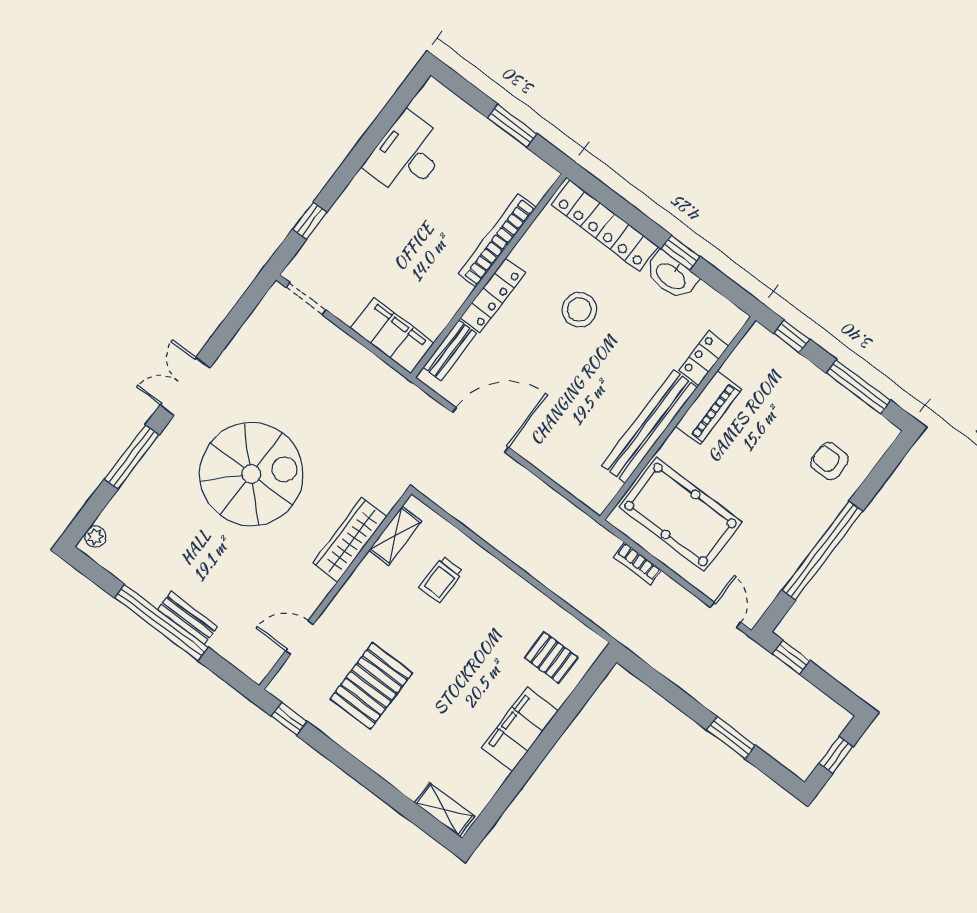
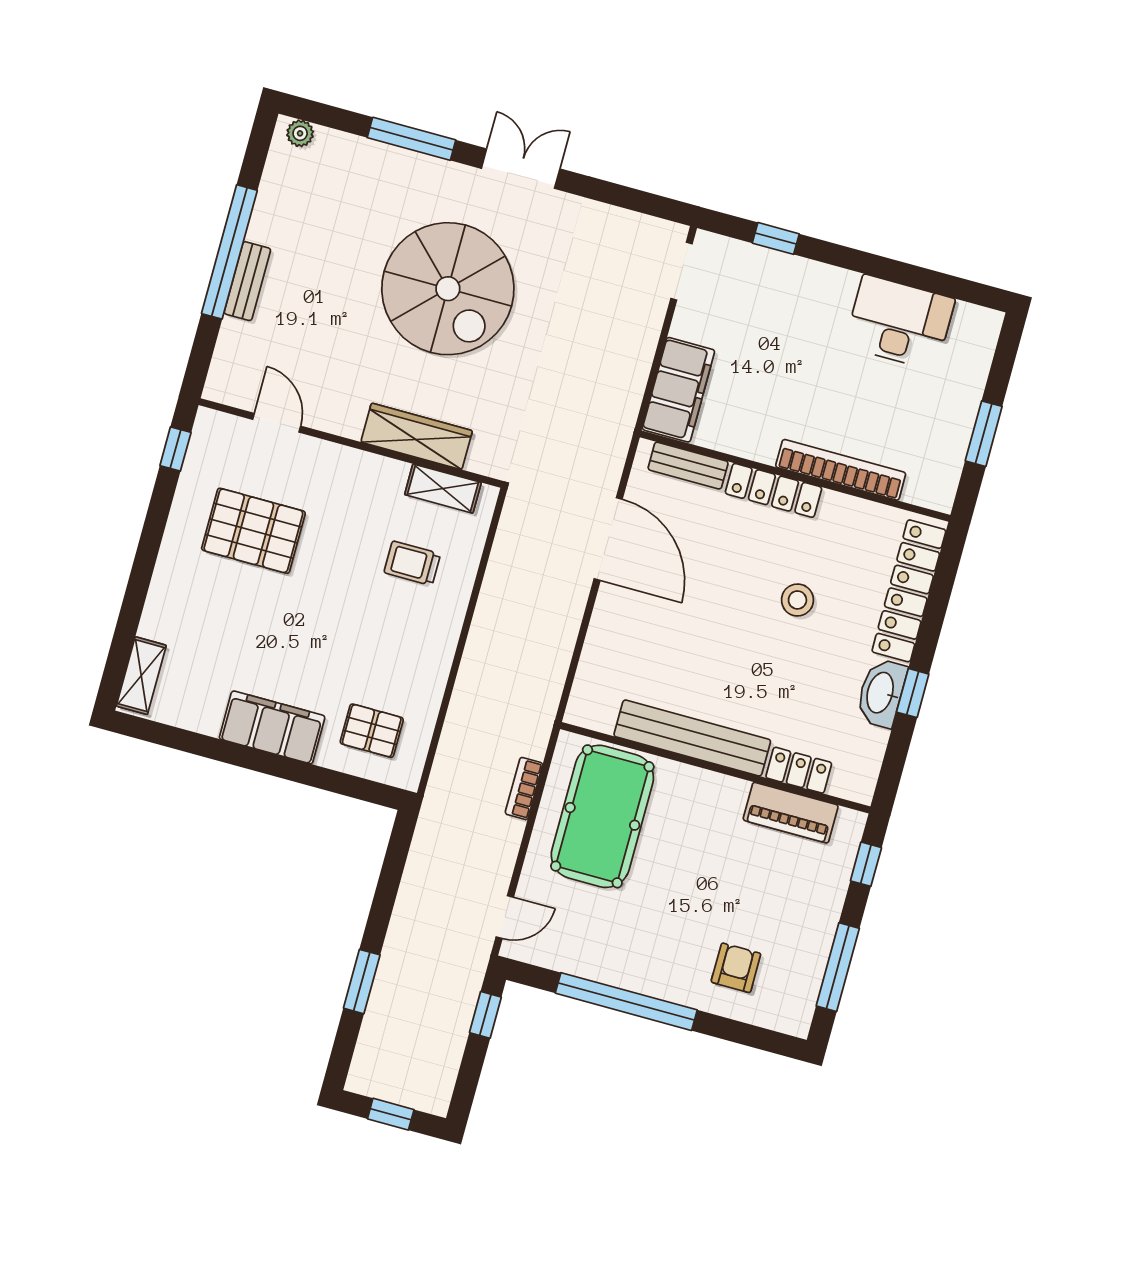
stool: (579, 310) -> (797, 600), width x0.73, depth x0.73
piano: (709, 408) -> (791, 813), moved
pallet: (551, 658) -> (372, 731), turned 90

